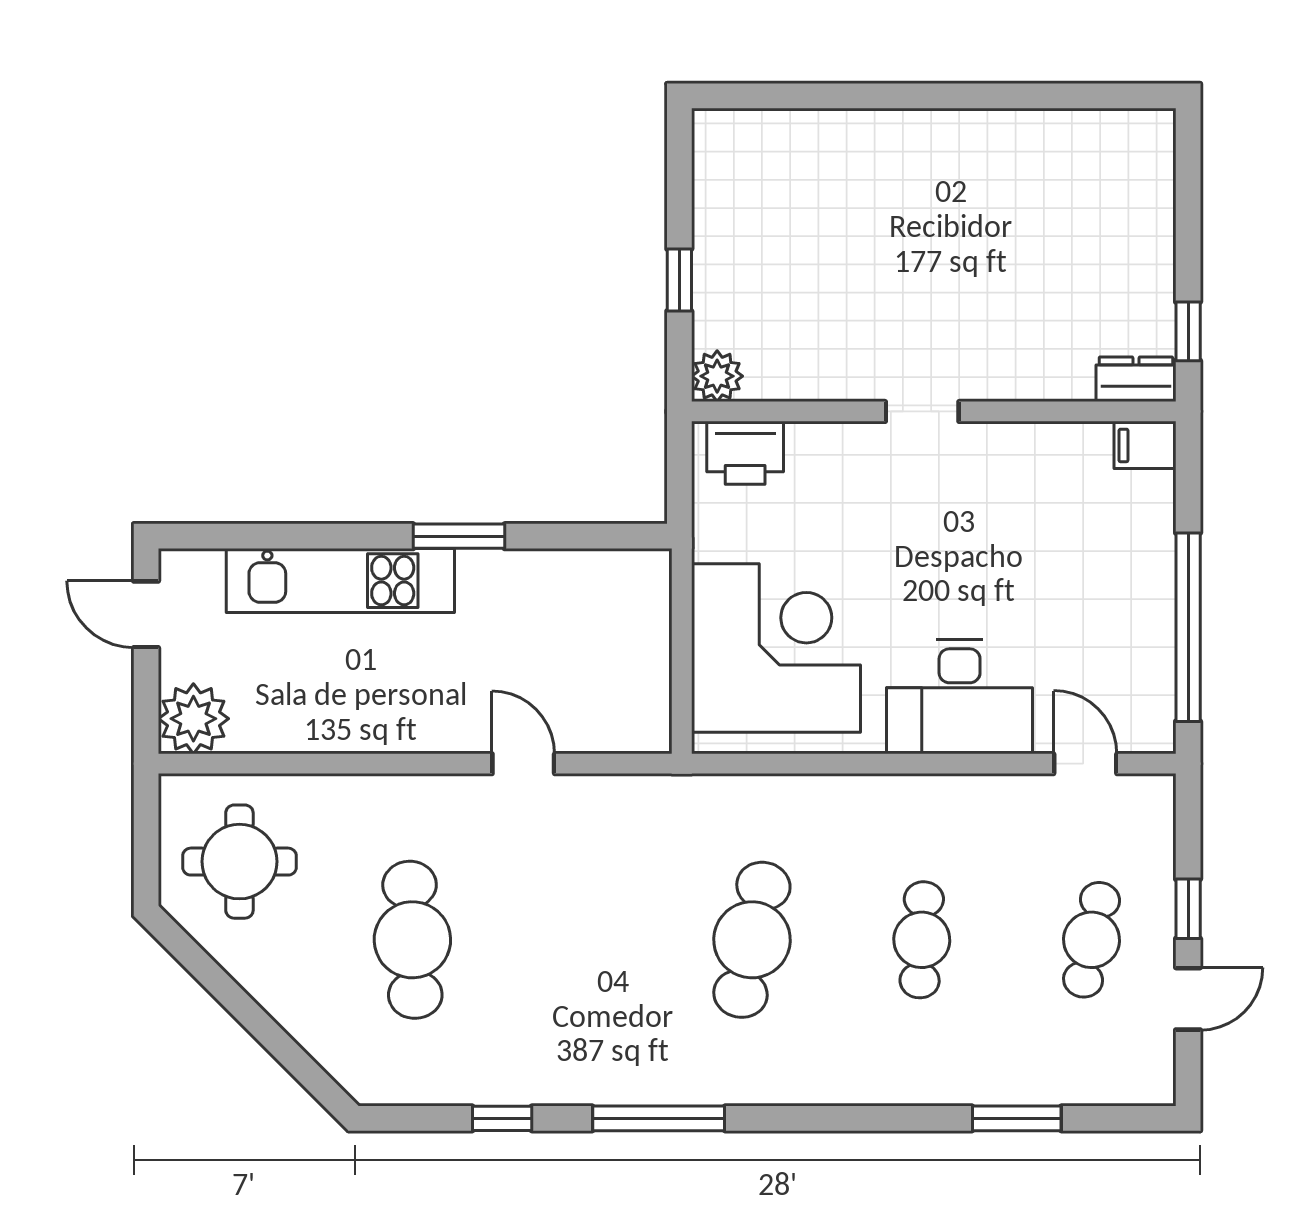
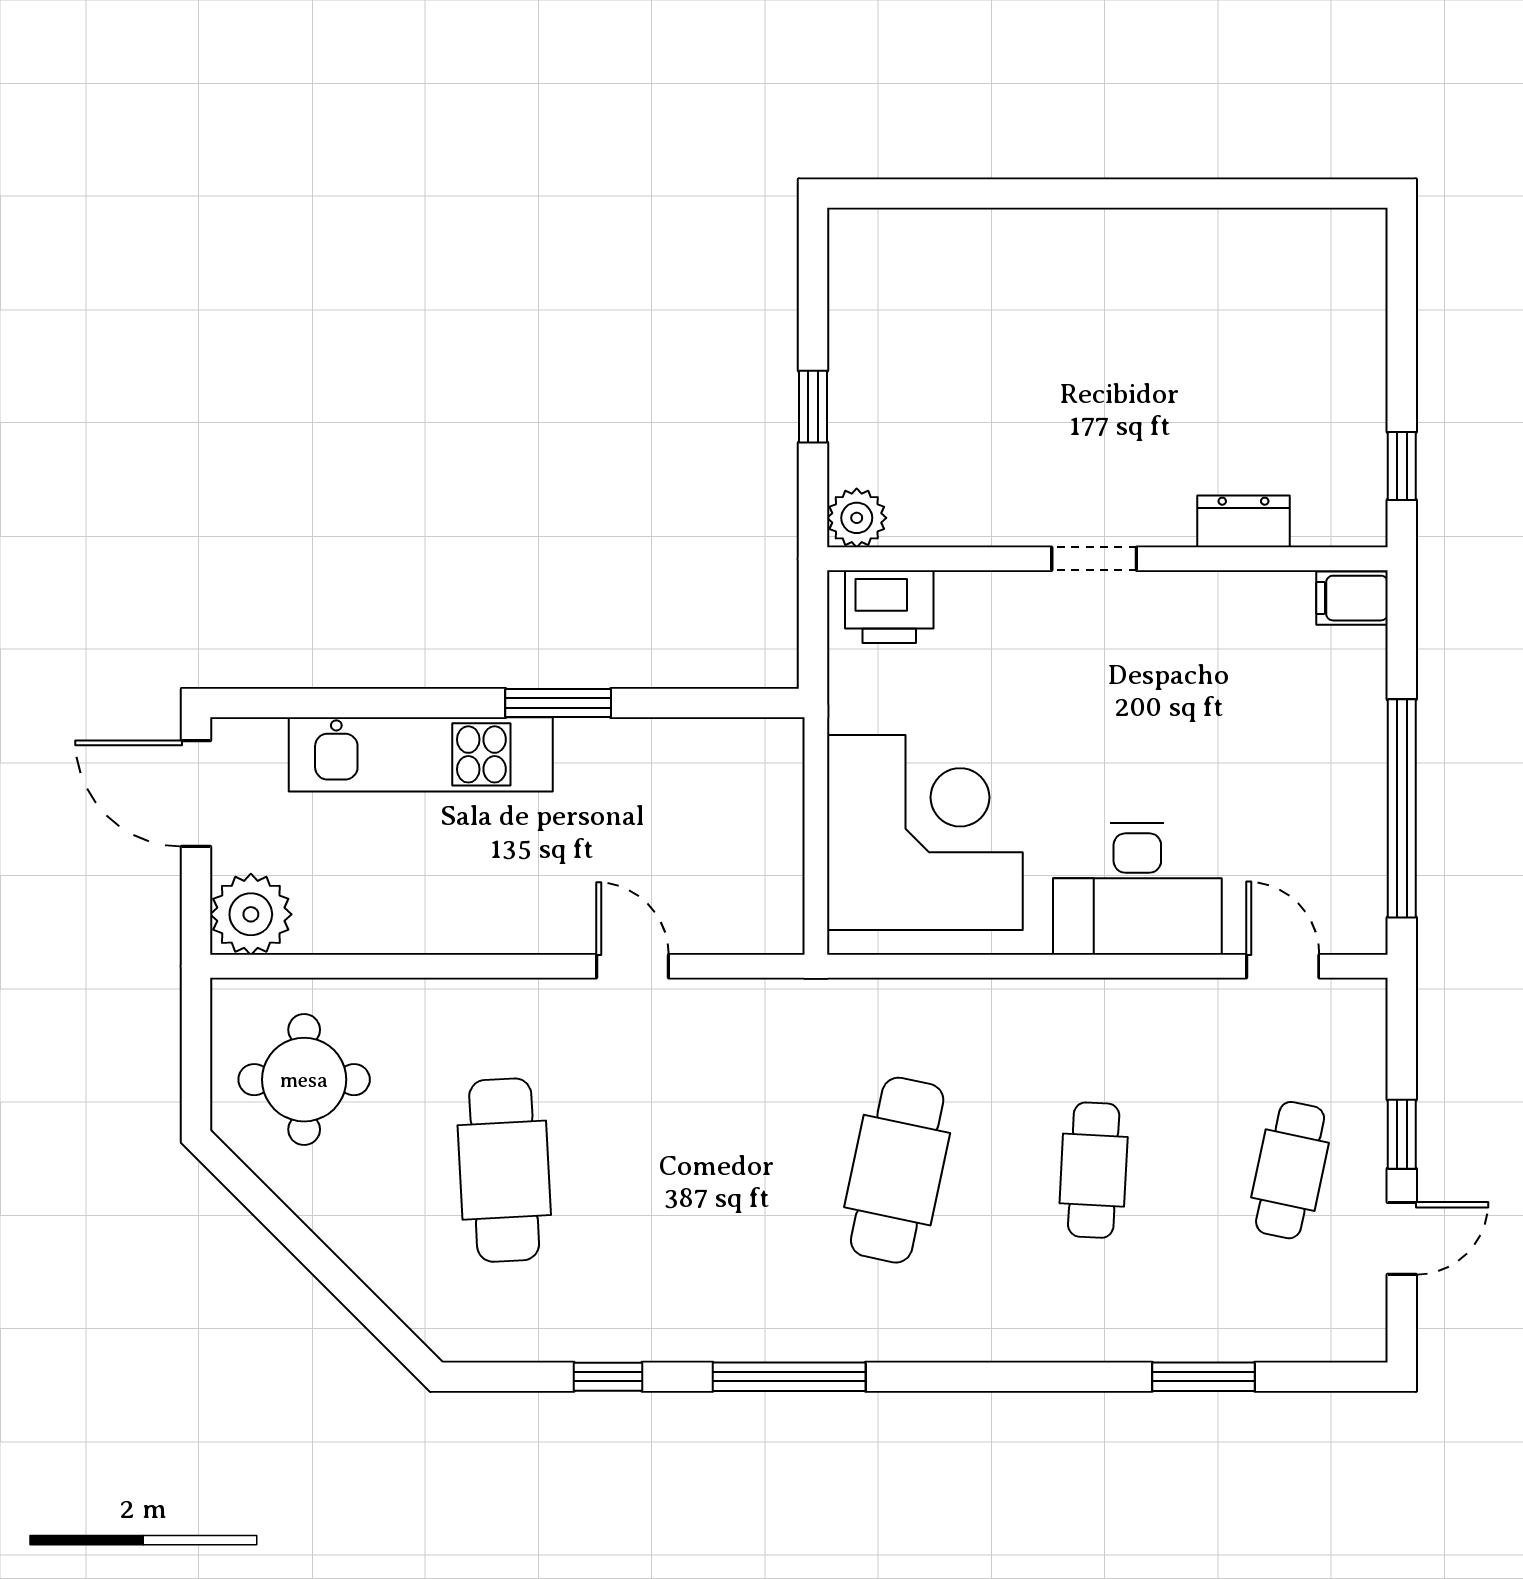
dresser: (1136, 379) -> (1243, 521), moved
door: (146, 614) -> (196, 793), width x1.37

